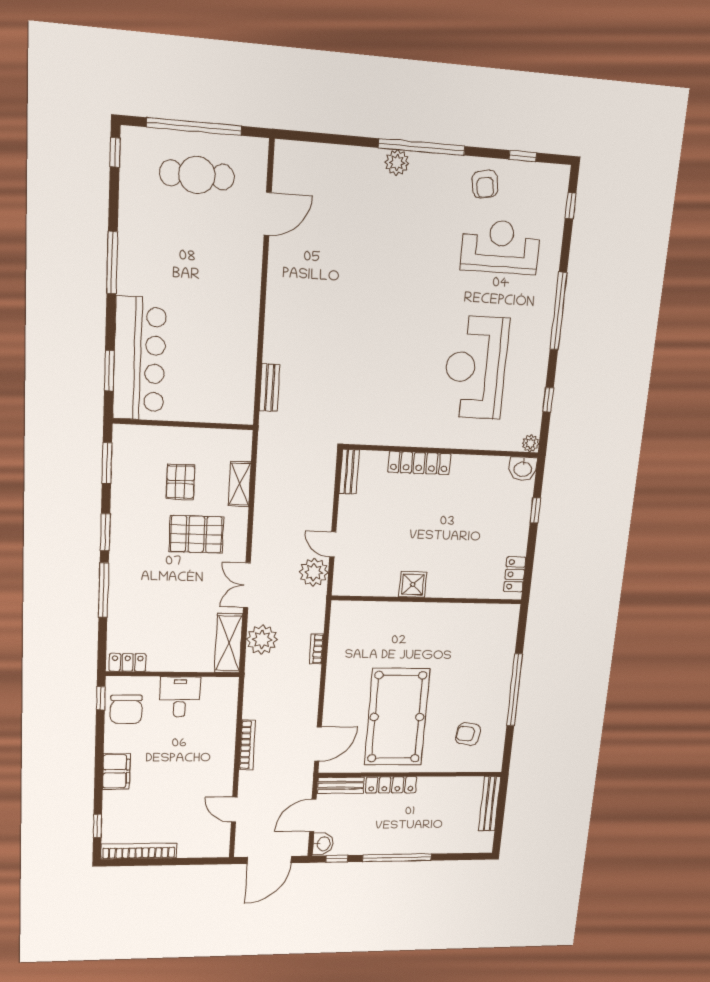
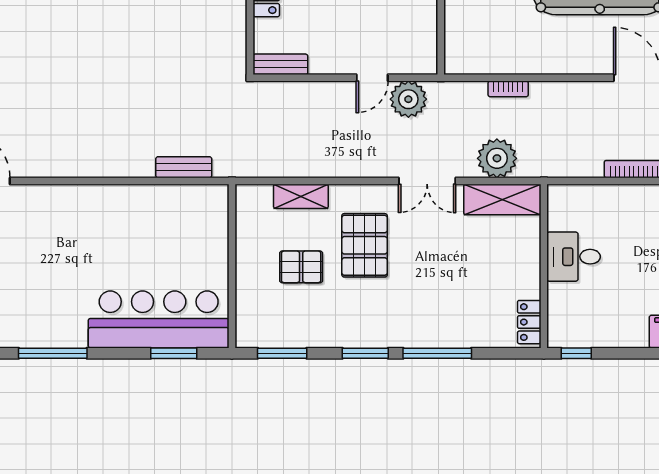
chair: (126, 709) -> (591, 322), removed

